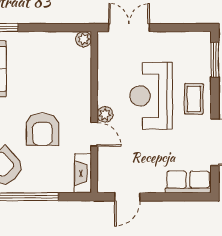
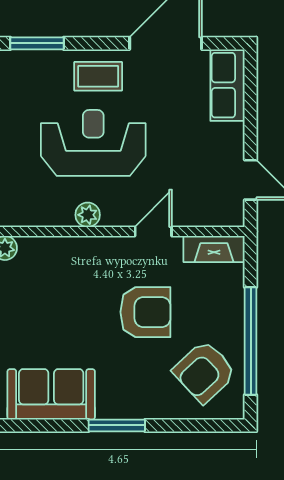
reception desk: (151, 96) -> (93, 143), turned 180
plant: (105, 114) -> (88, 215), moved

